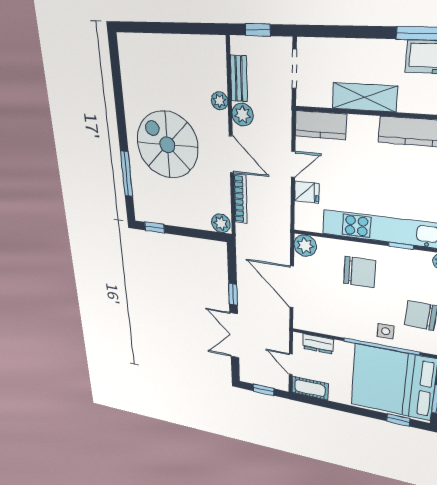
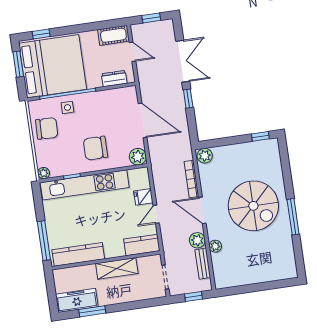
window: (127, 174) -> (293, 217), moved

